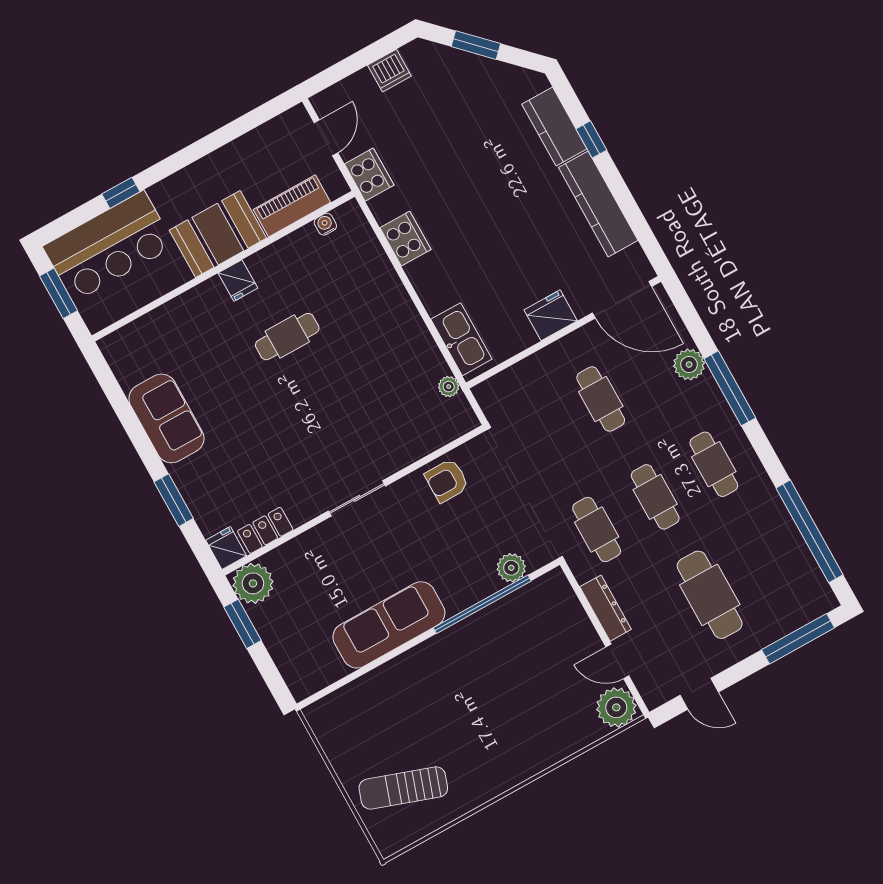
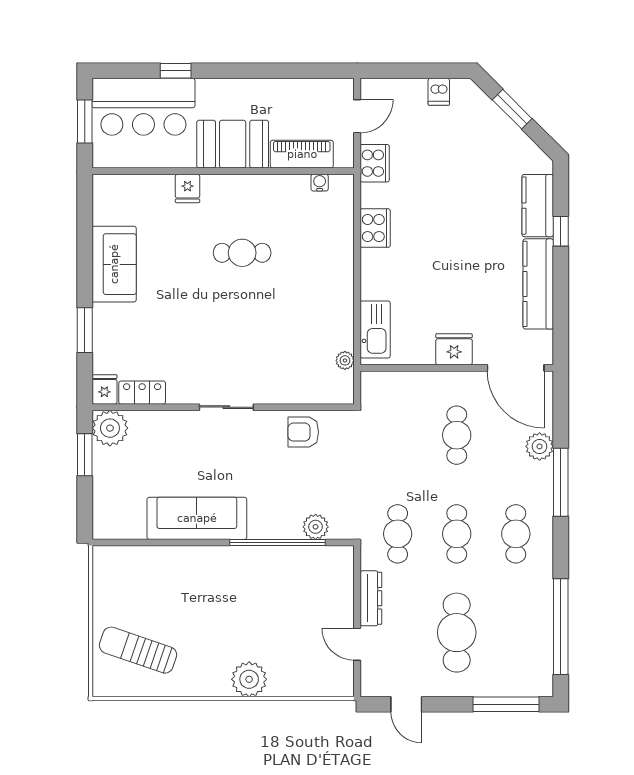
dishwasher: (389, 71) -> (439, 92), width x0.73
fridge: (238, 281) -> (188, 188), moved
plant: (616, 707) -> (249, 679), moved

